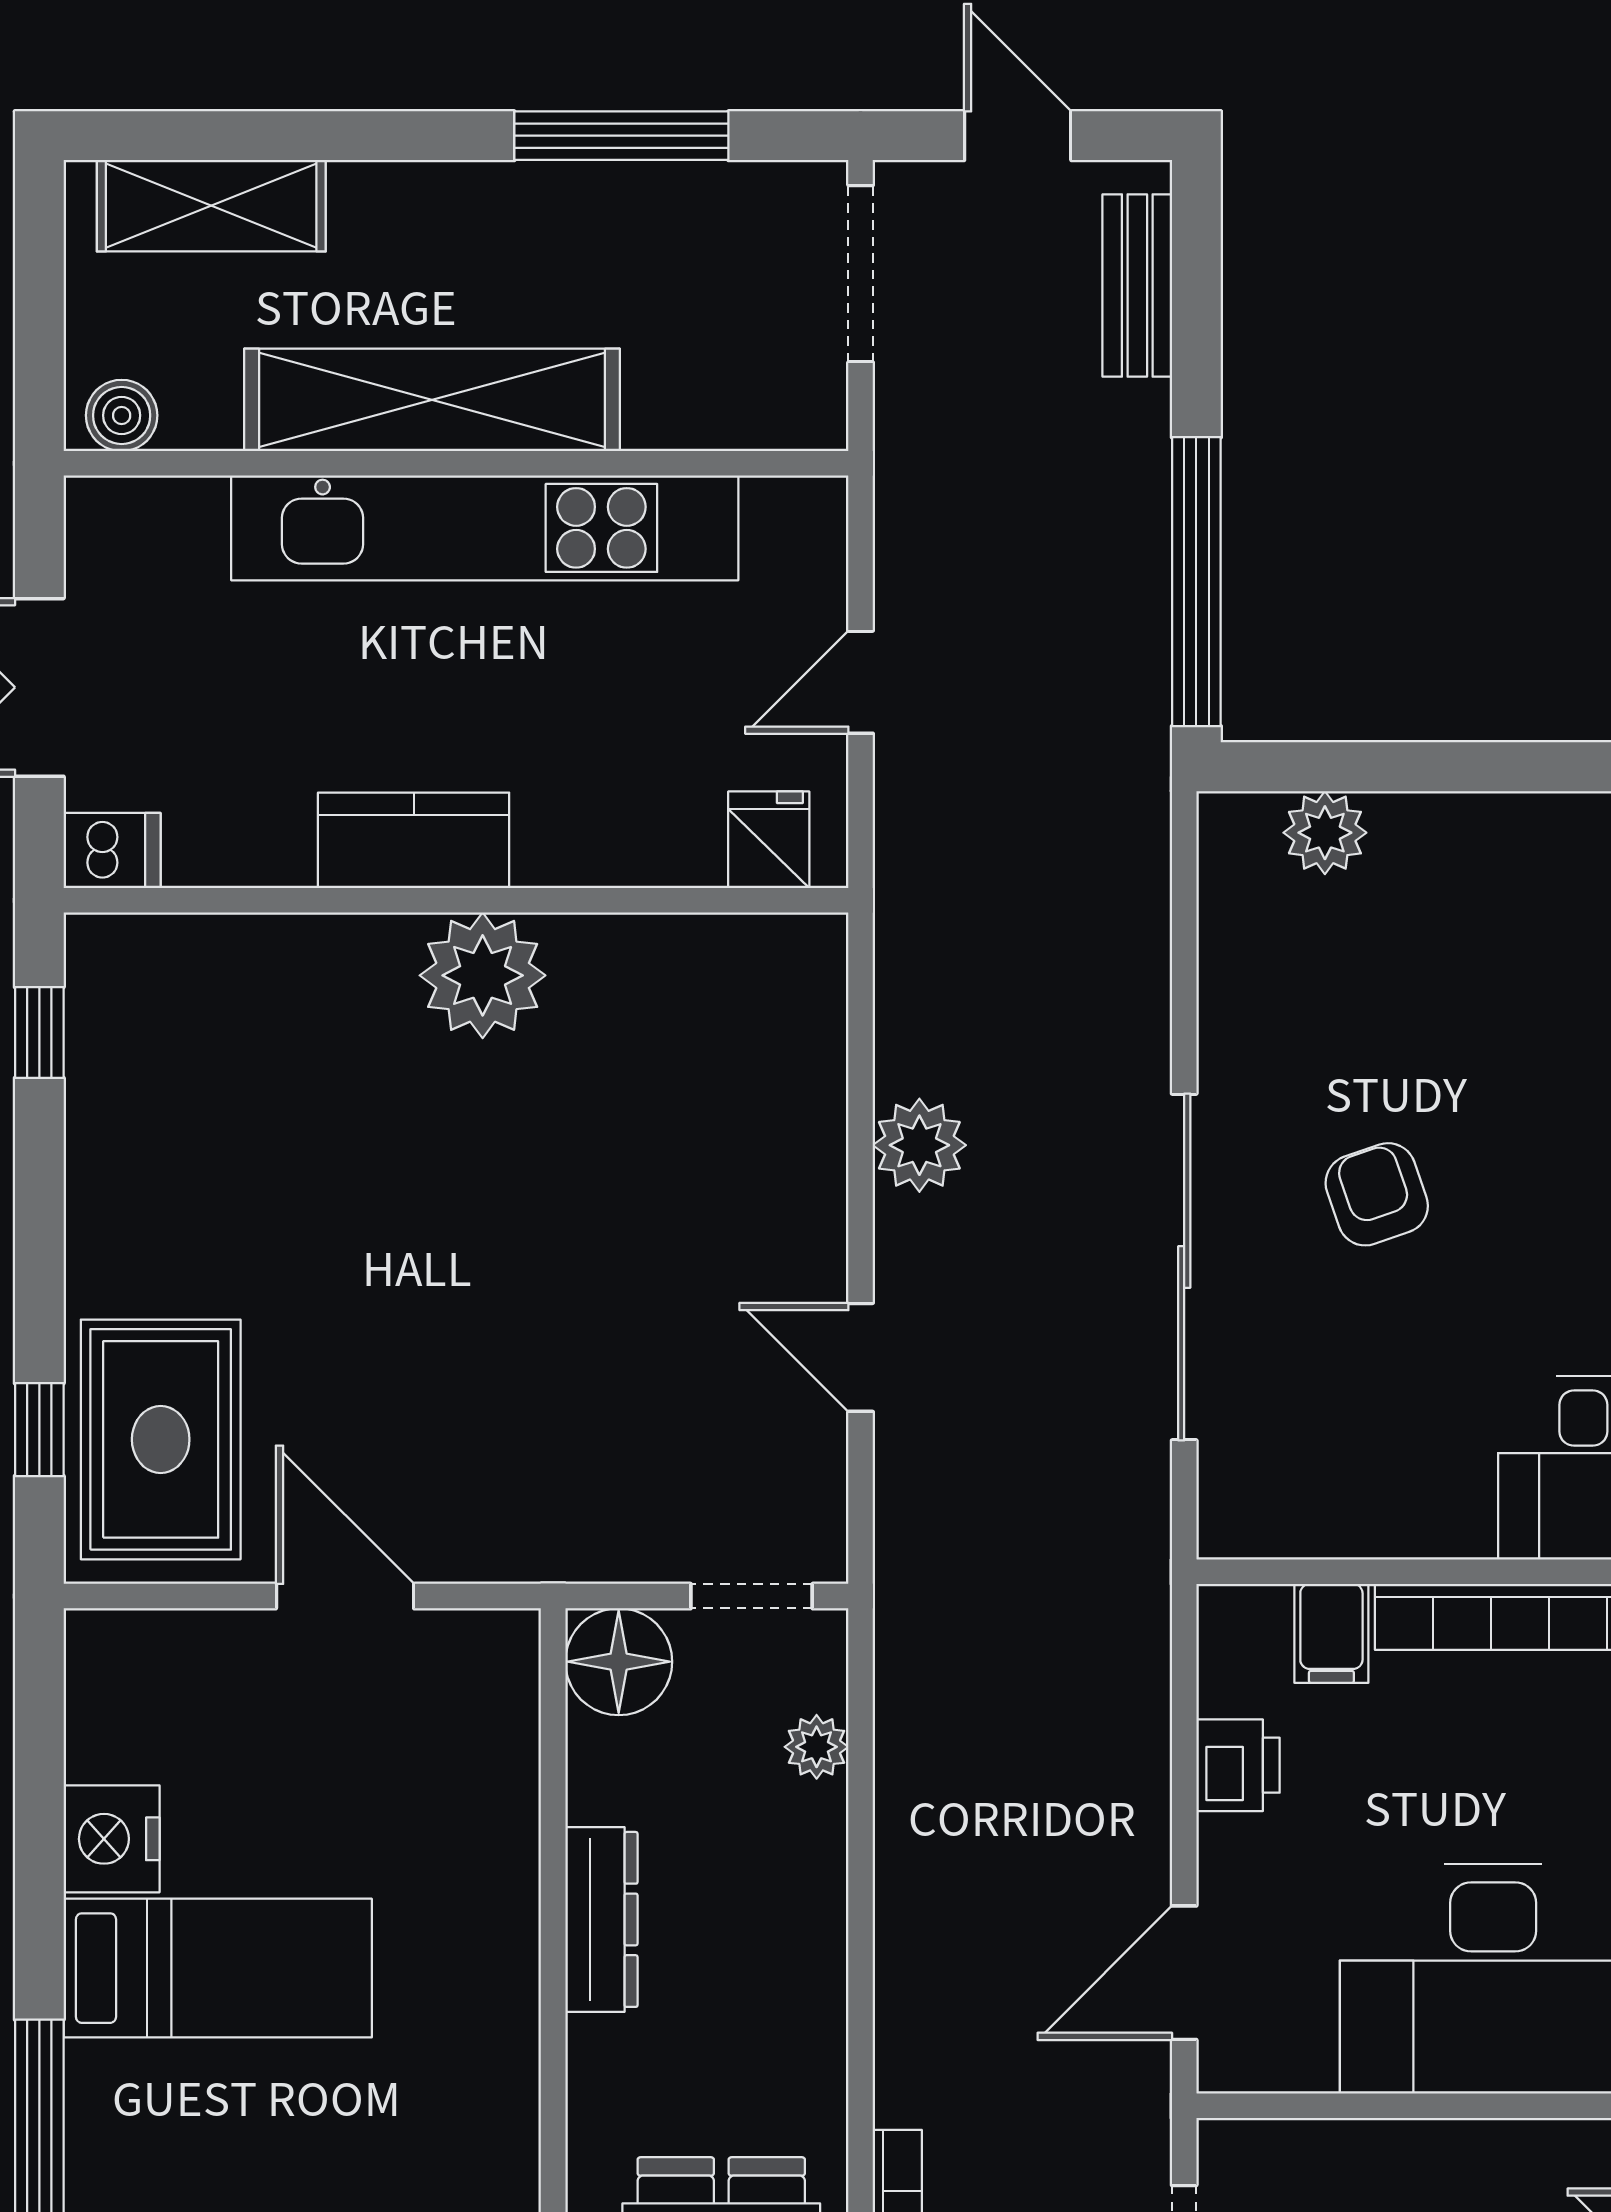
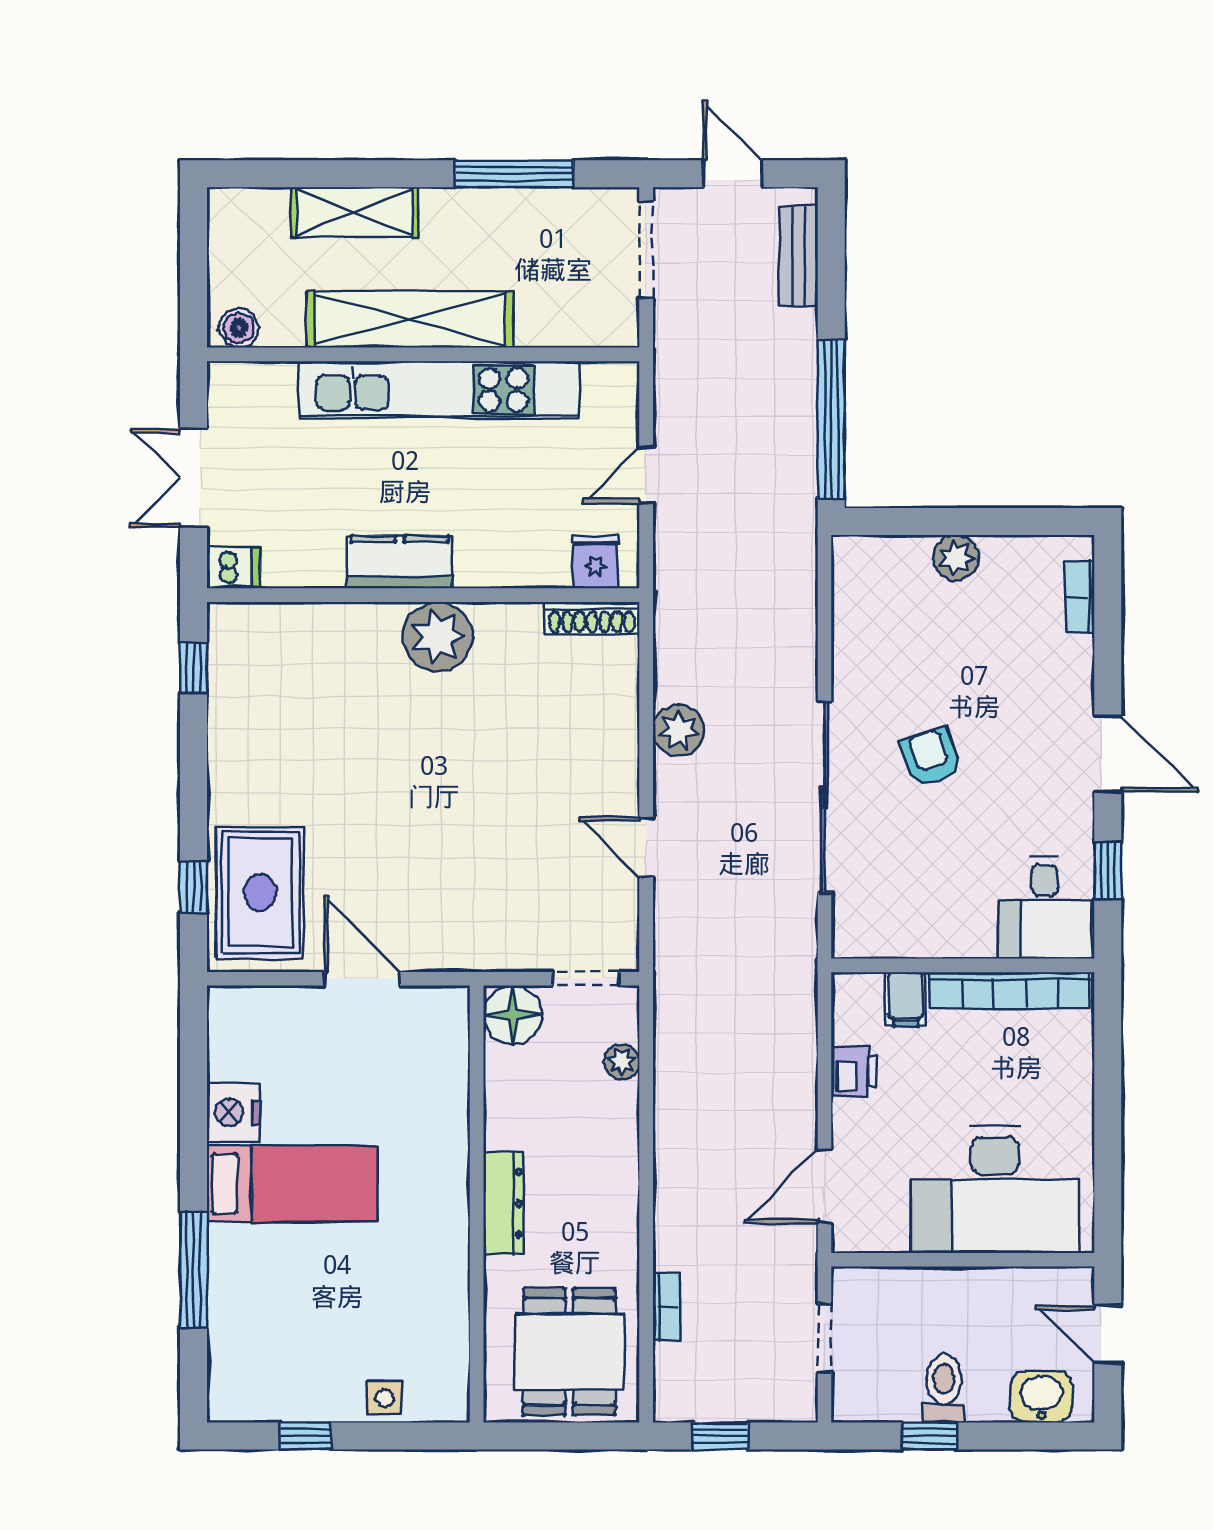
shelving: (211, 206) -> (355, 212), moved
plant: (1325, 833) -> (956, 558), moved
shoe rack: (763, 942) -> (592, 618), added
dresser: (601, 1919) -> (503, 1204), moved

